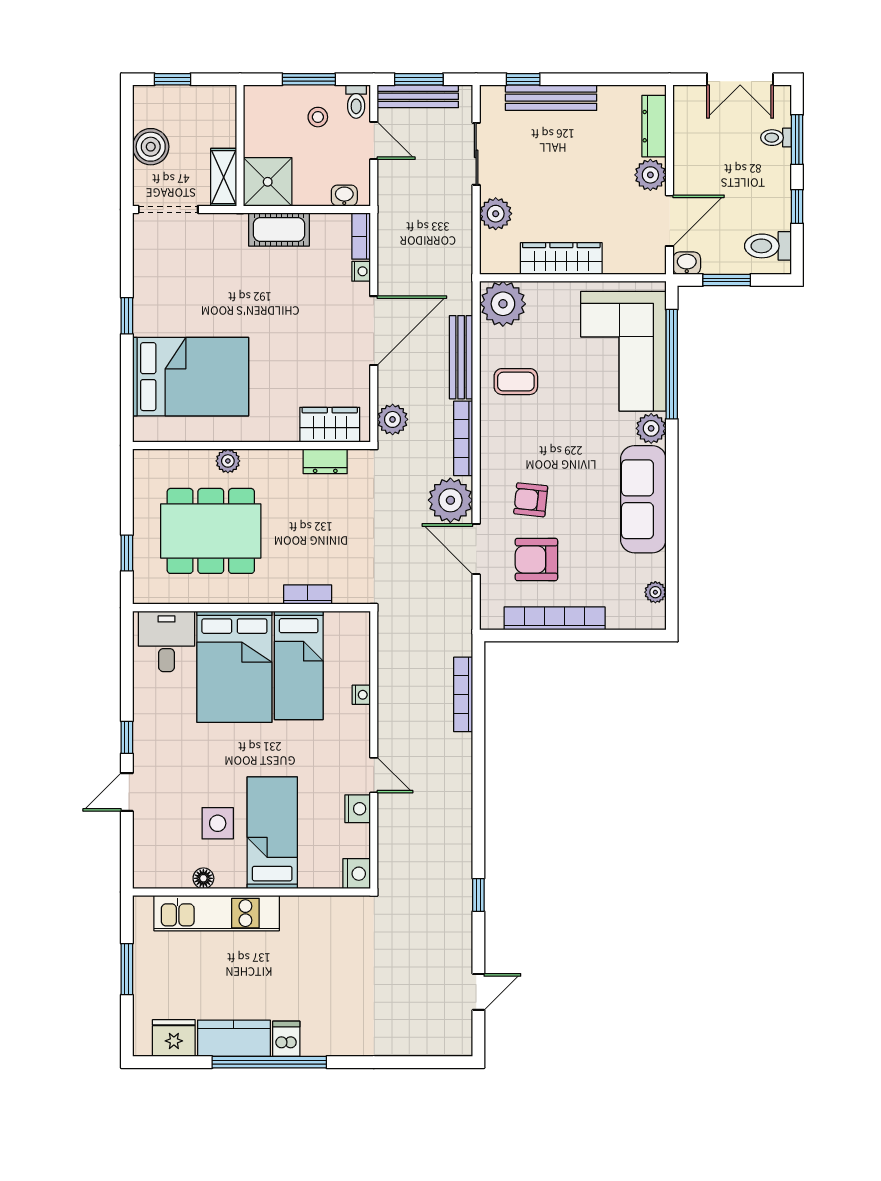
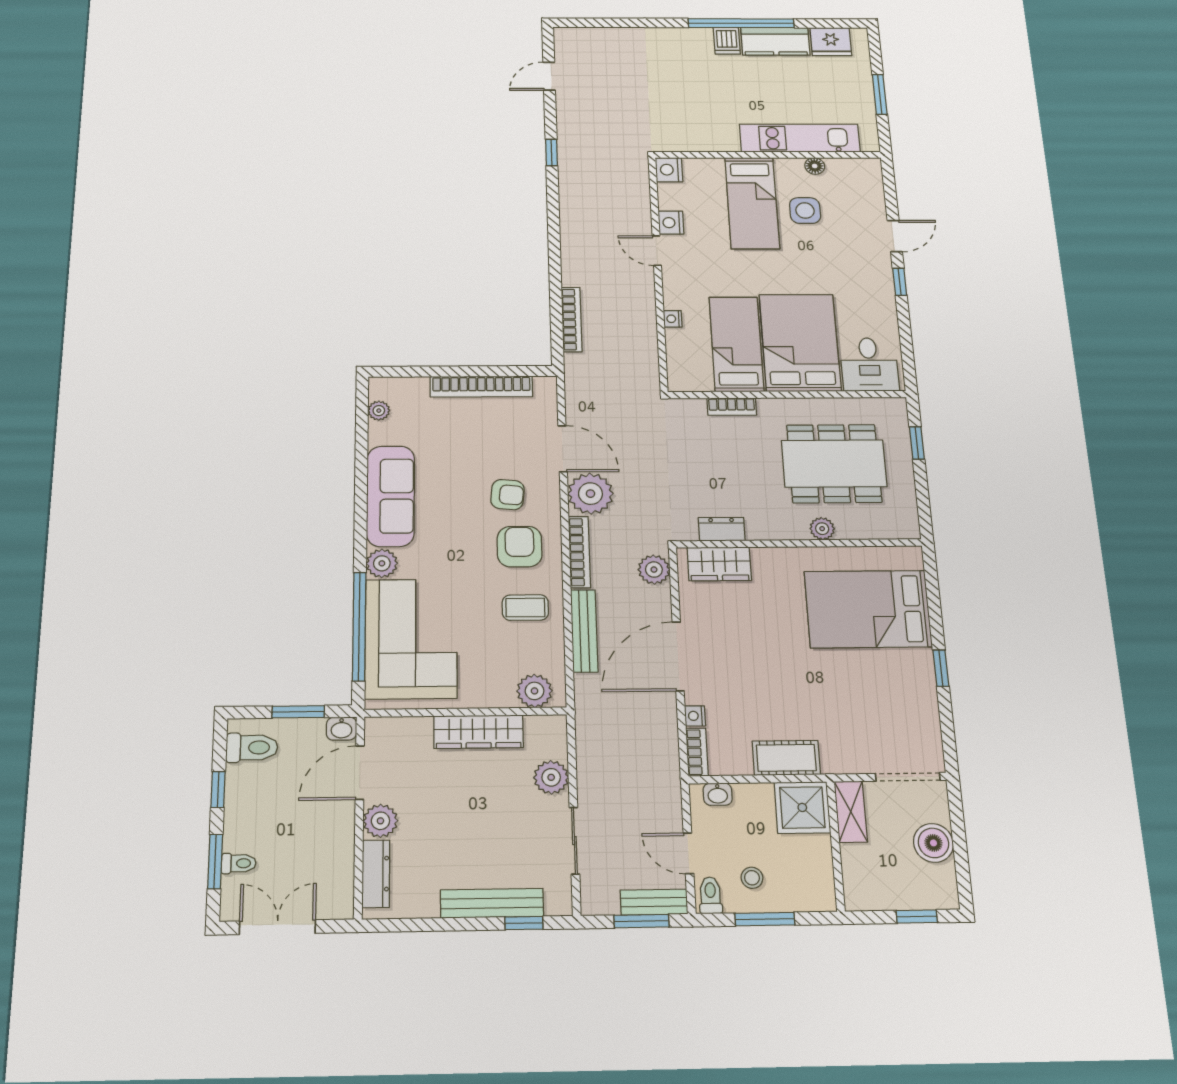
bench: (418, 96) -> (654, 902), width x0.73
plant: (503, 304) -> (534, 691), width x0.73, depth x0.73
armchair: (536, 559) -> (520, 547), moved, turned -90

